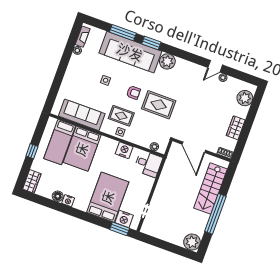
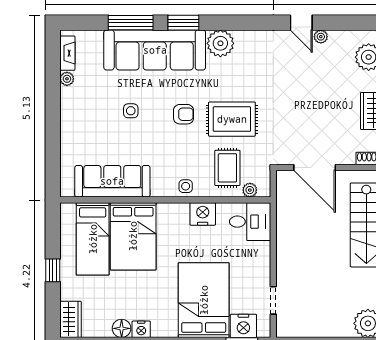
door: (215, 66) -> (301, 23), hinge flipped
rug: (121, 116) -> (227, 168), moved, turned 90

